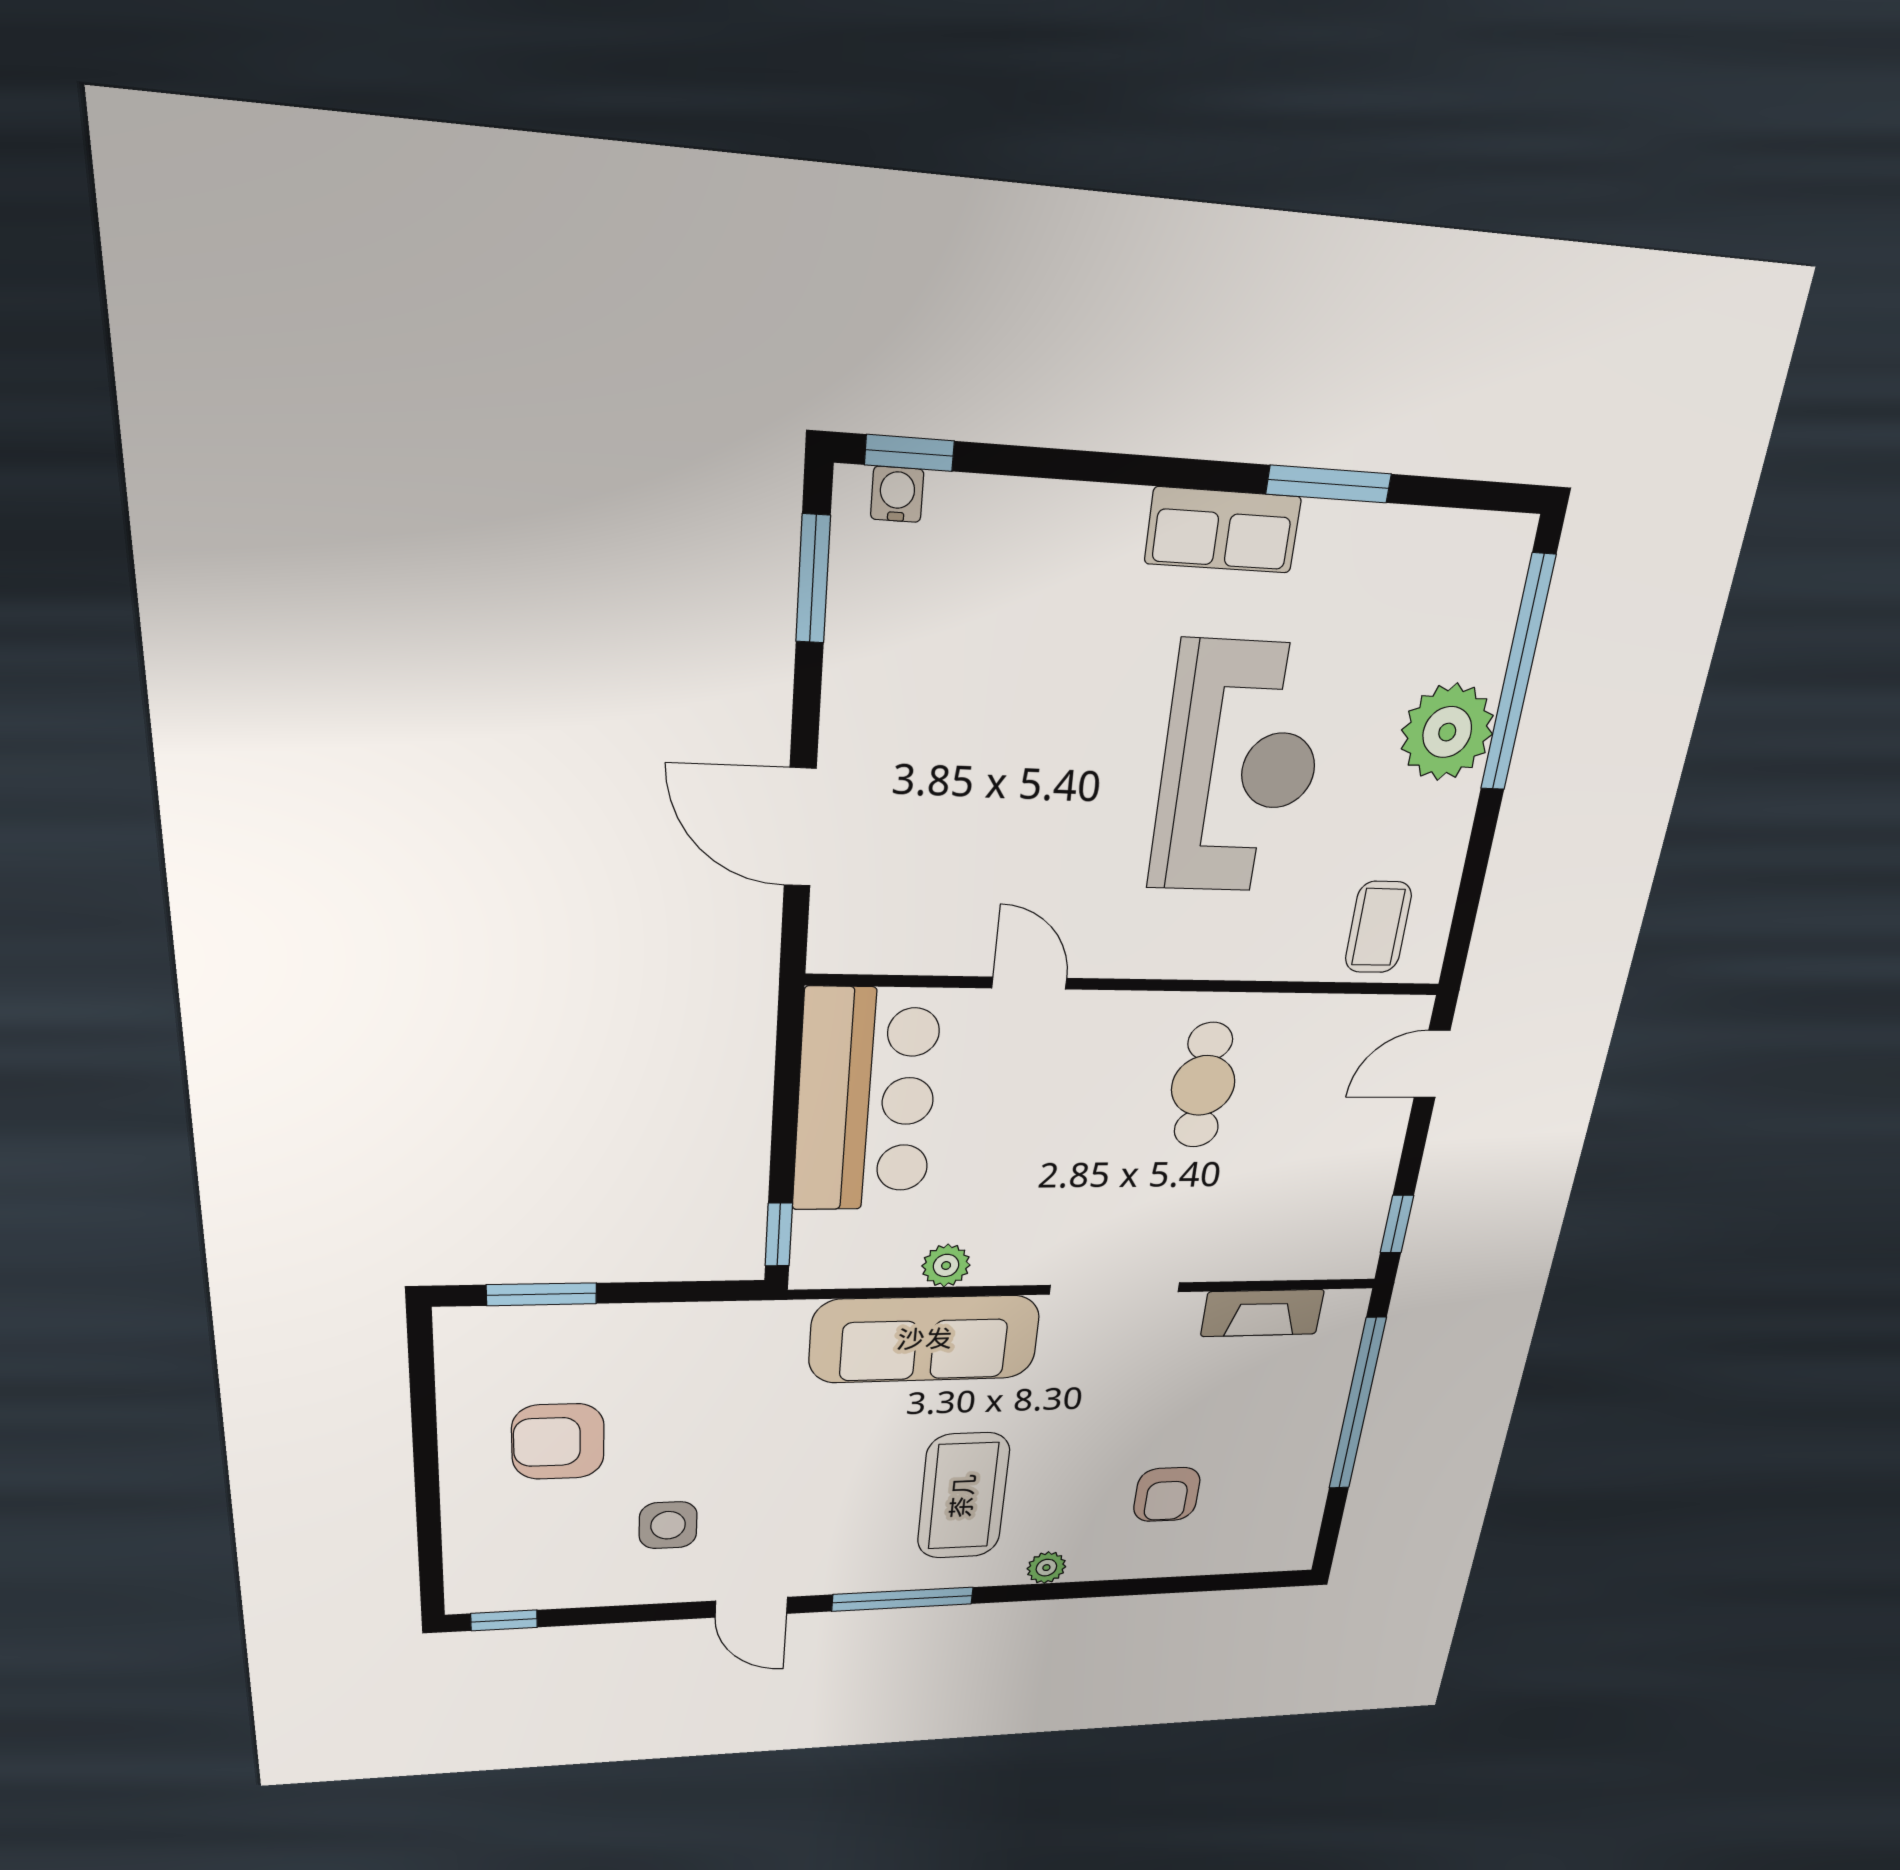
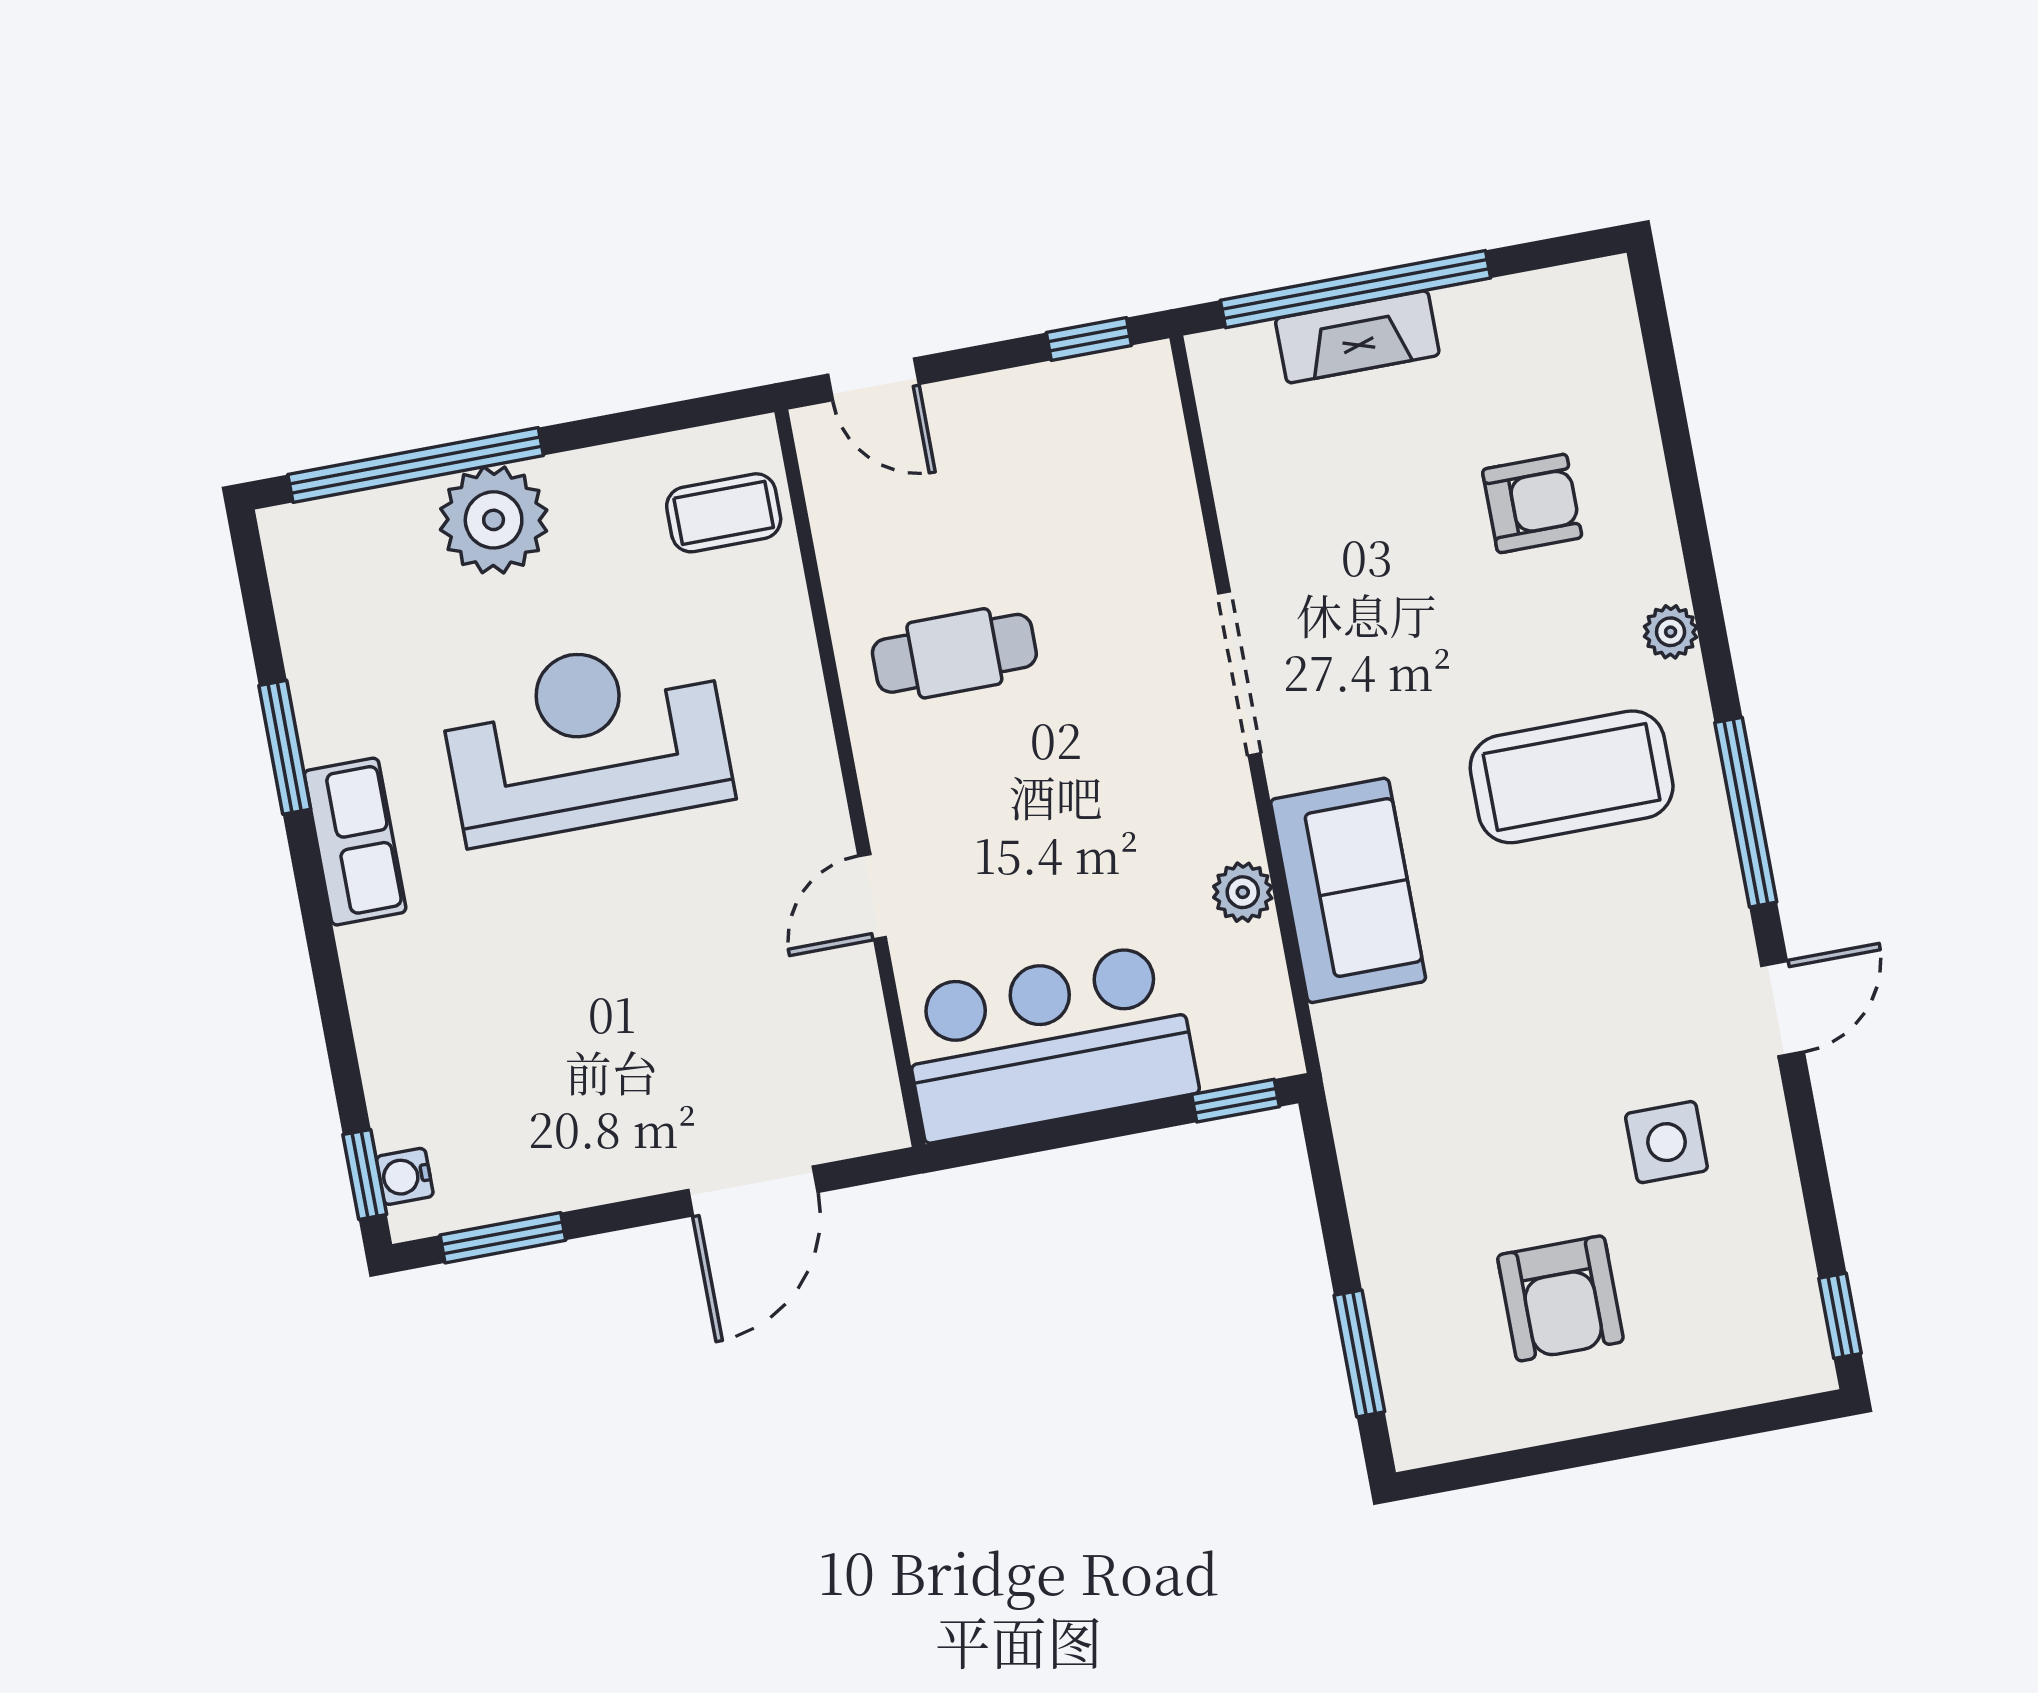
fireplace: (1262, 1313) -> (1357, 337), moved, turned 90
sofa: (925, 1339) -> (1348, 890), width x0.73

